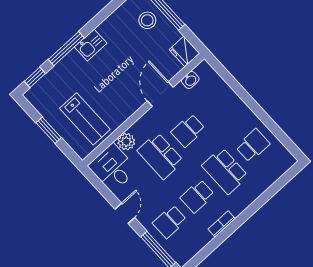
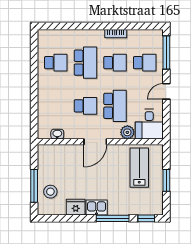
fridge: (184, 51) -> (76, 207), moved, turned -90
door: (160, 94) -> (95, 142), moved
school desk: (253, 145) -> (56, 63), turned 180

